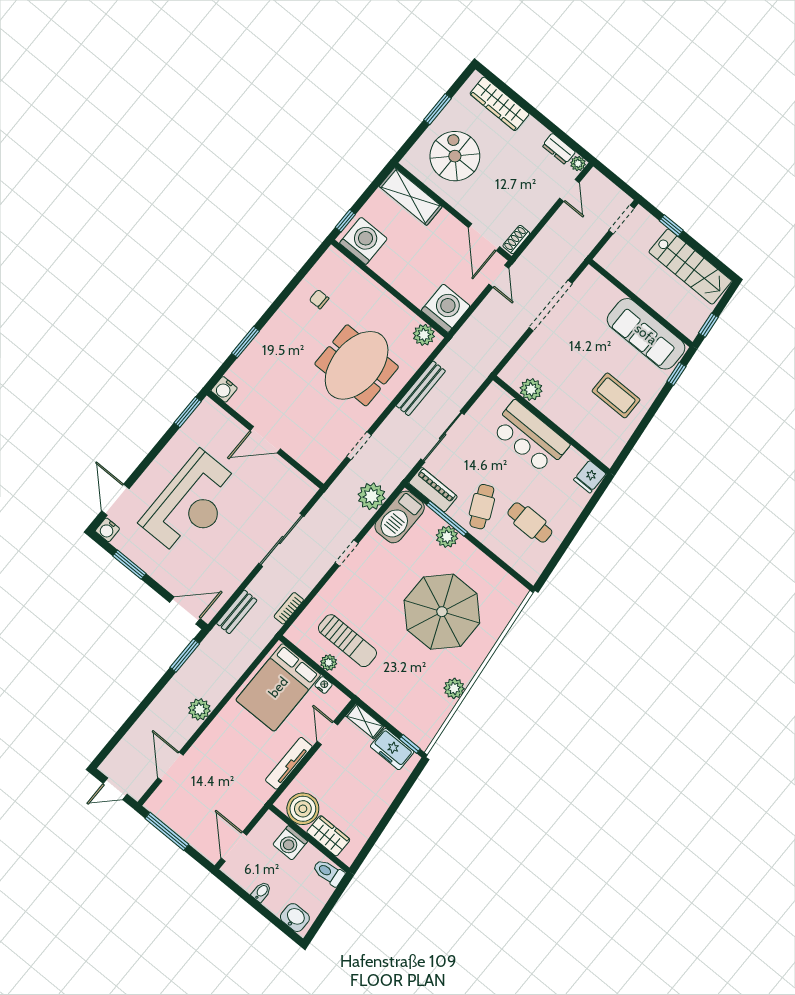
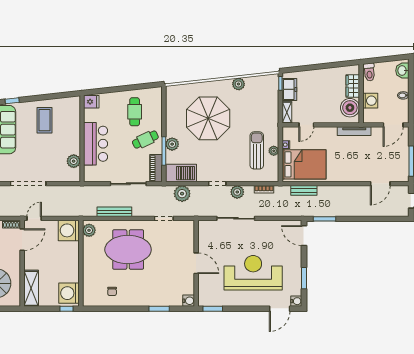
bench: (237, 612) -> (304, 190), moved
plant: (199, 709) -> (237, 192), moved
tv unit: (289, 763) -> (354, 131), moved

